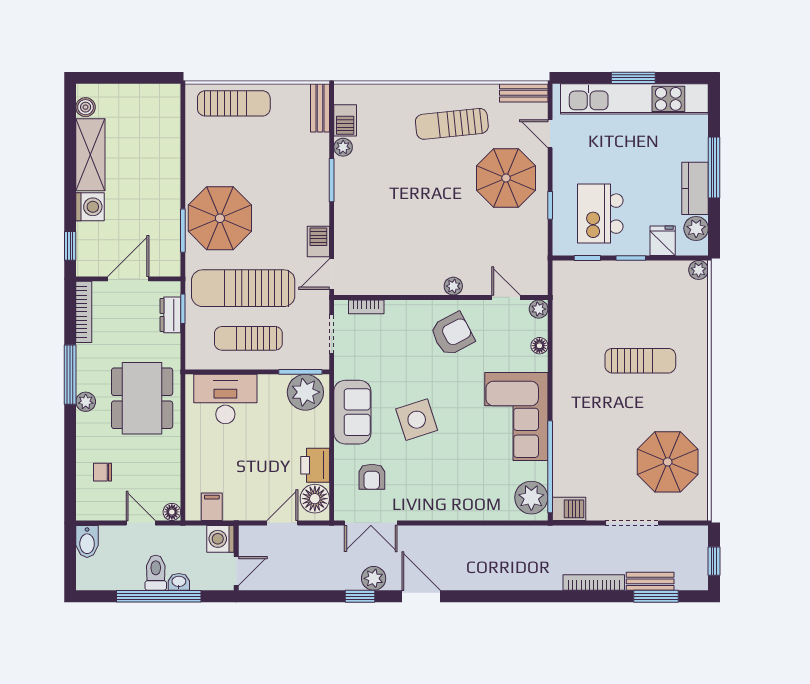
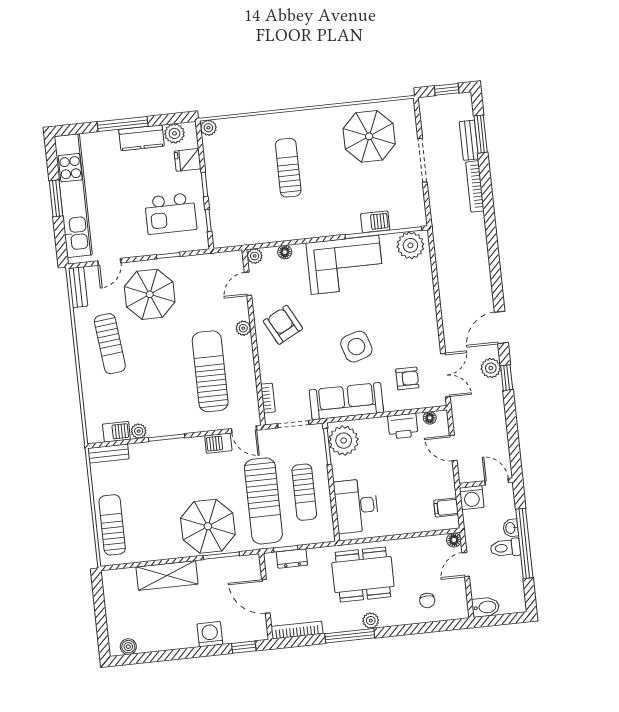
shelving: (90, 155) -> (167, 575), moved
sun lounger: (406, 241) -> (210, 371), added
sofa: (352, 412) -> (346, 401), width x1.36
floor lamp: (315, 499) -> (430, 418), width x0.53, depth x0.53
barbecue: (569, 509) -> (375, 222), moved, turned 90

